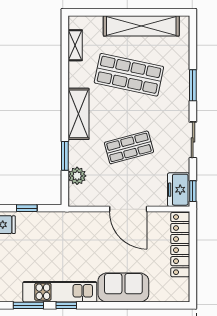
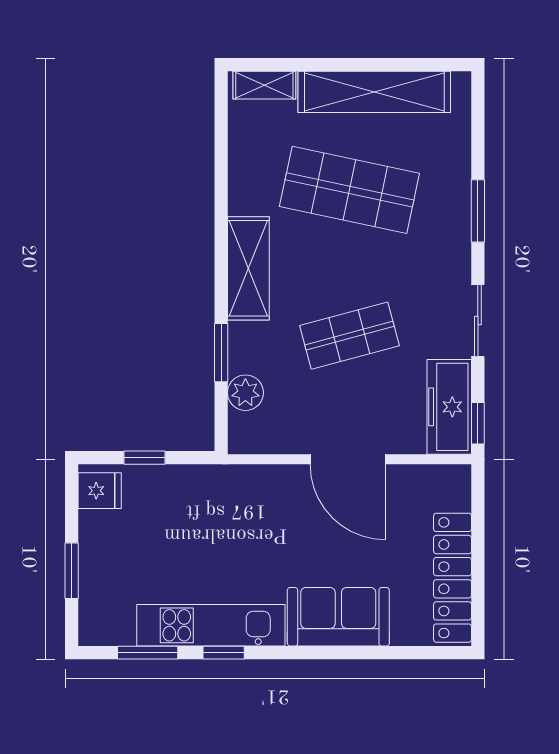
shelving: (75, 45) -> (264, 85), moved, turned 90
freezer: (179, 190) -> (449, 407), width x1.40
locker: (180, 245) -> (453, 578), moved

